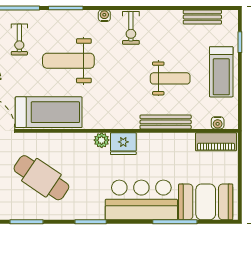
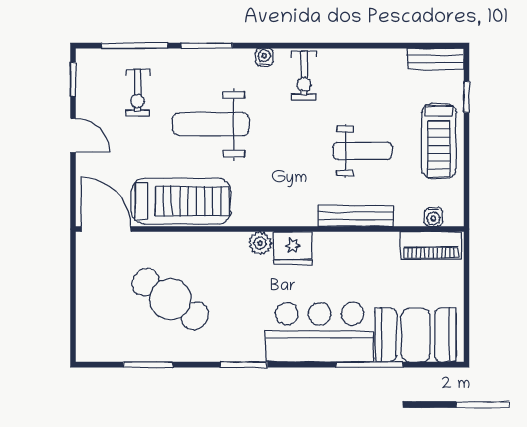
bench: (202, 17) -> (436, 59), moved

